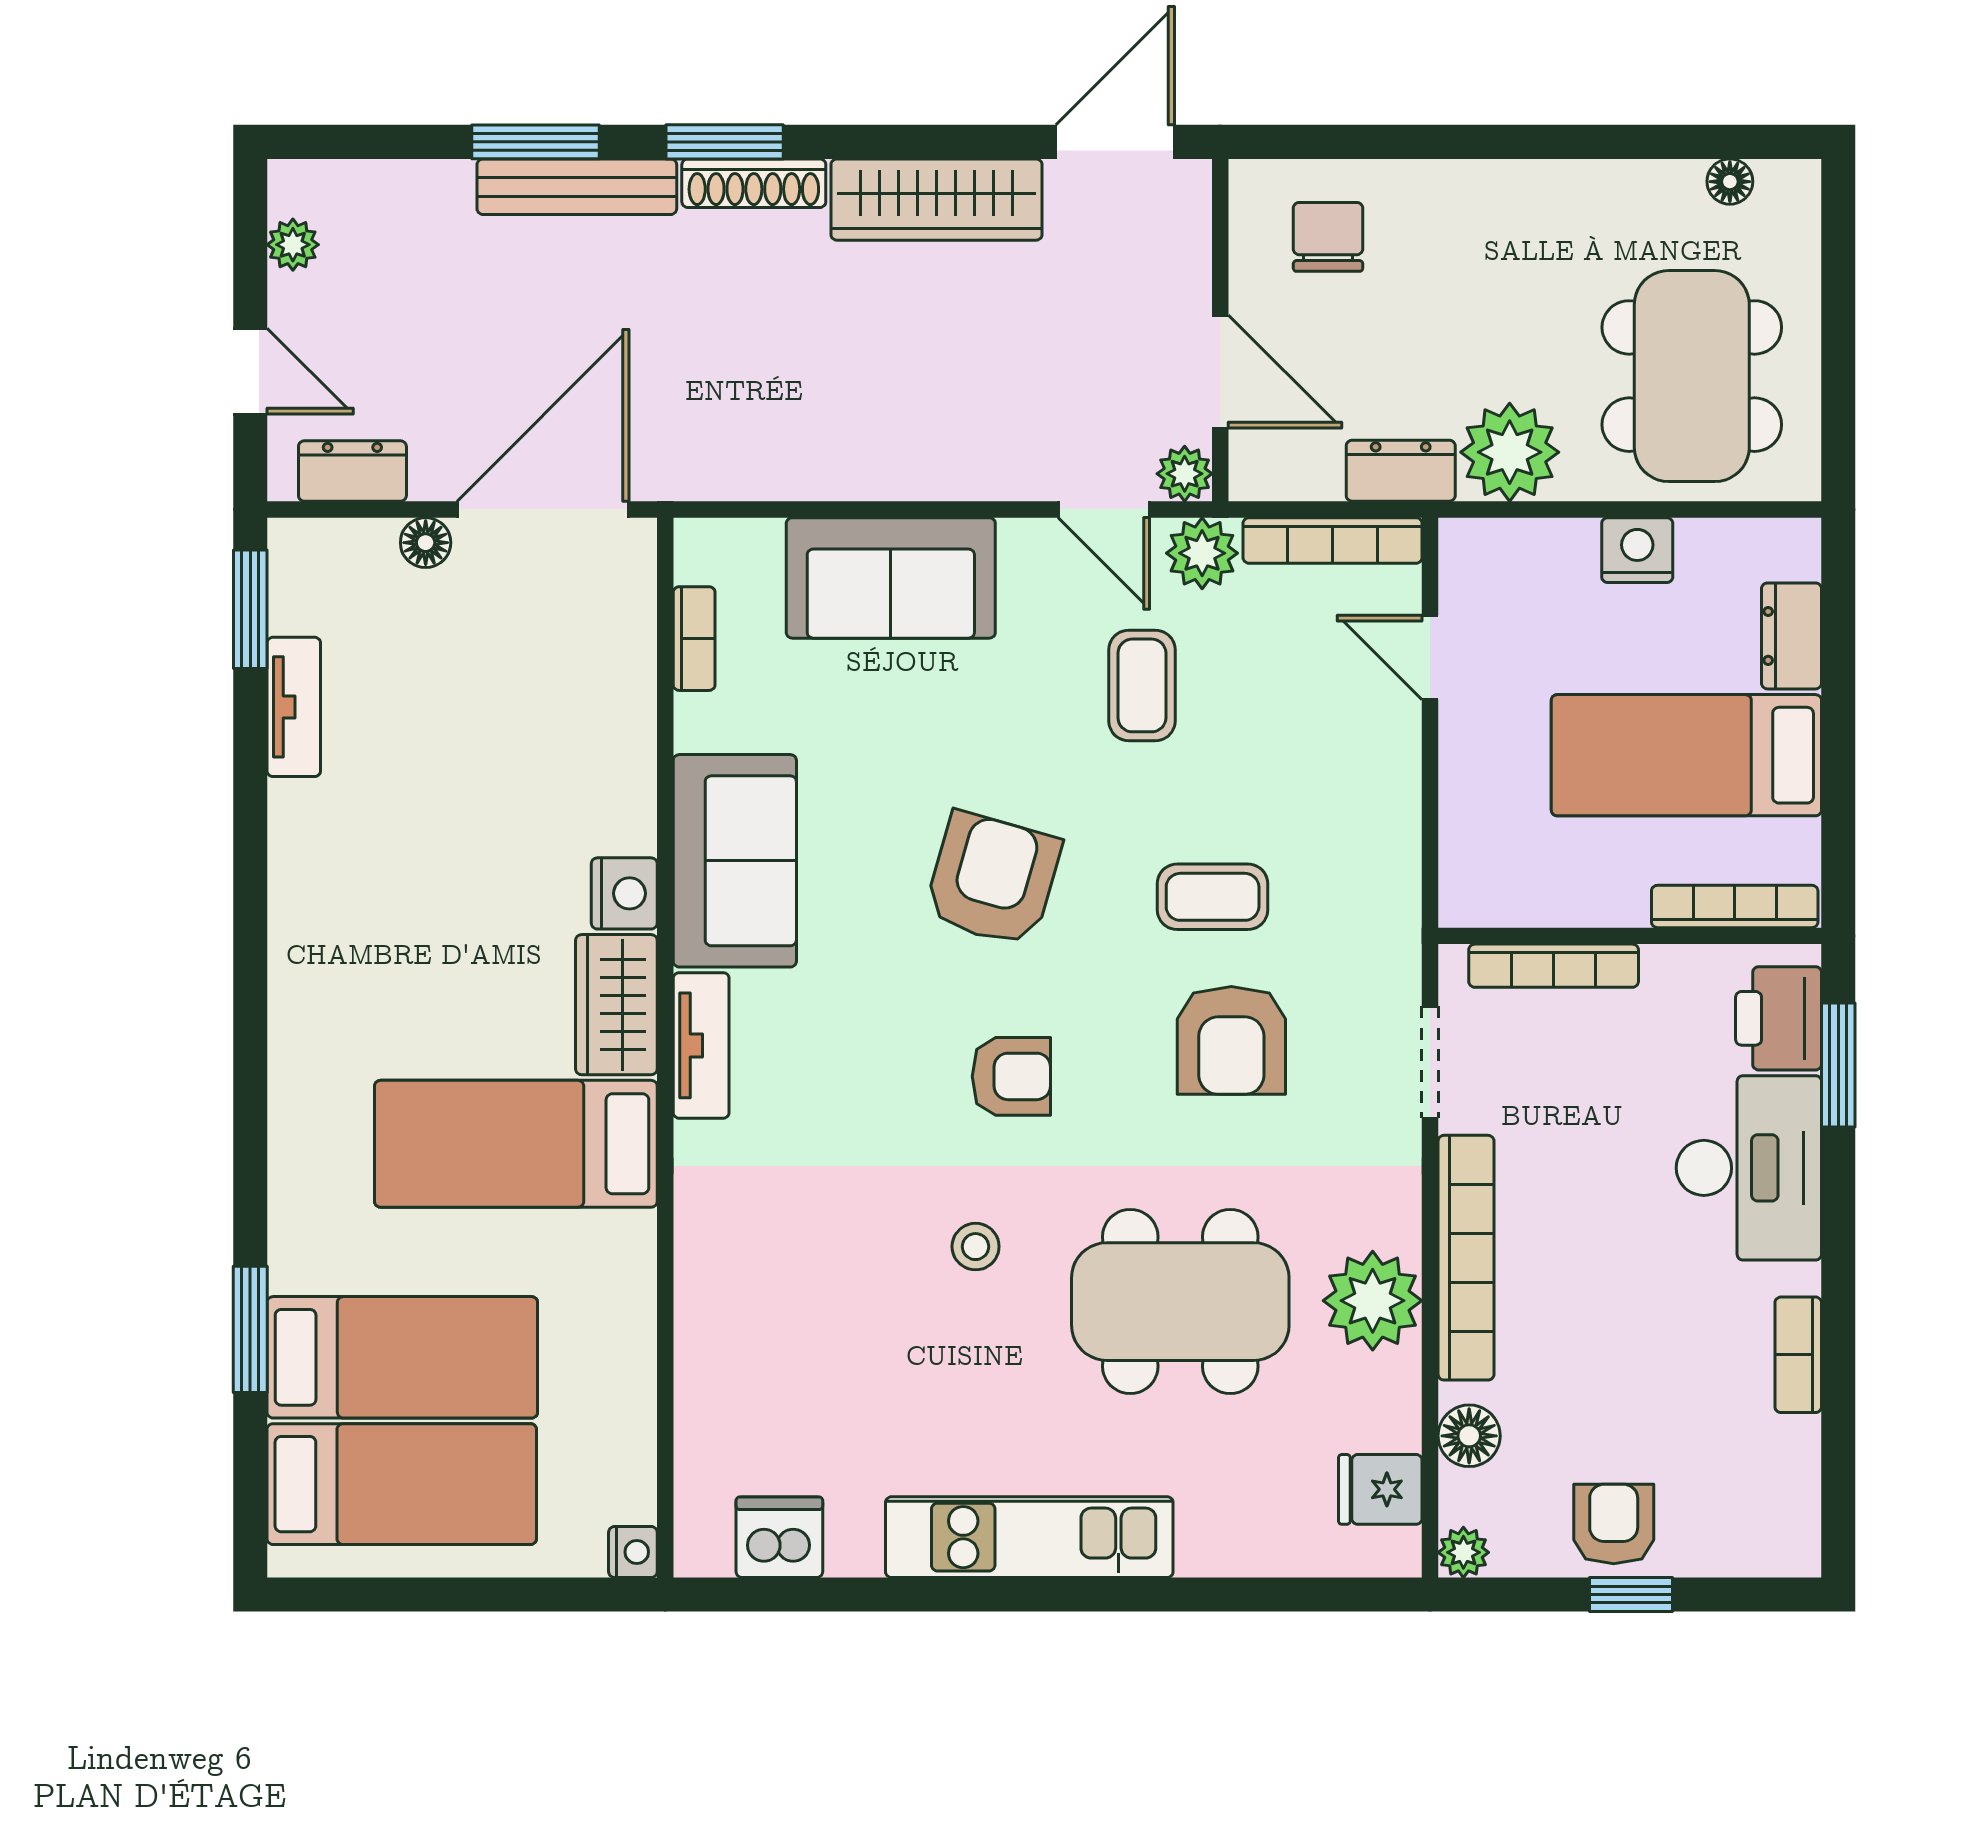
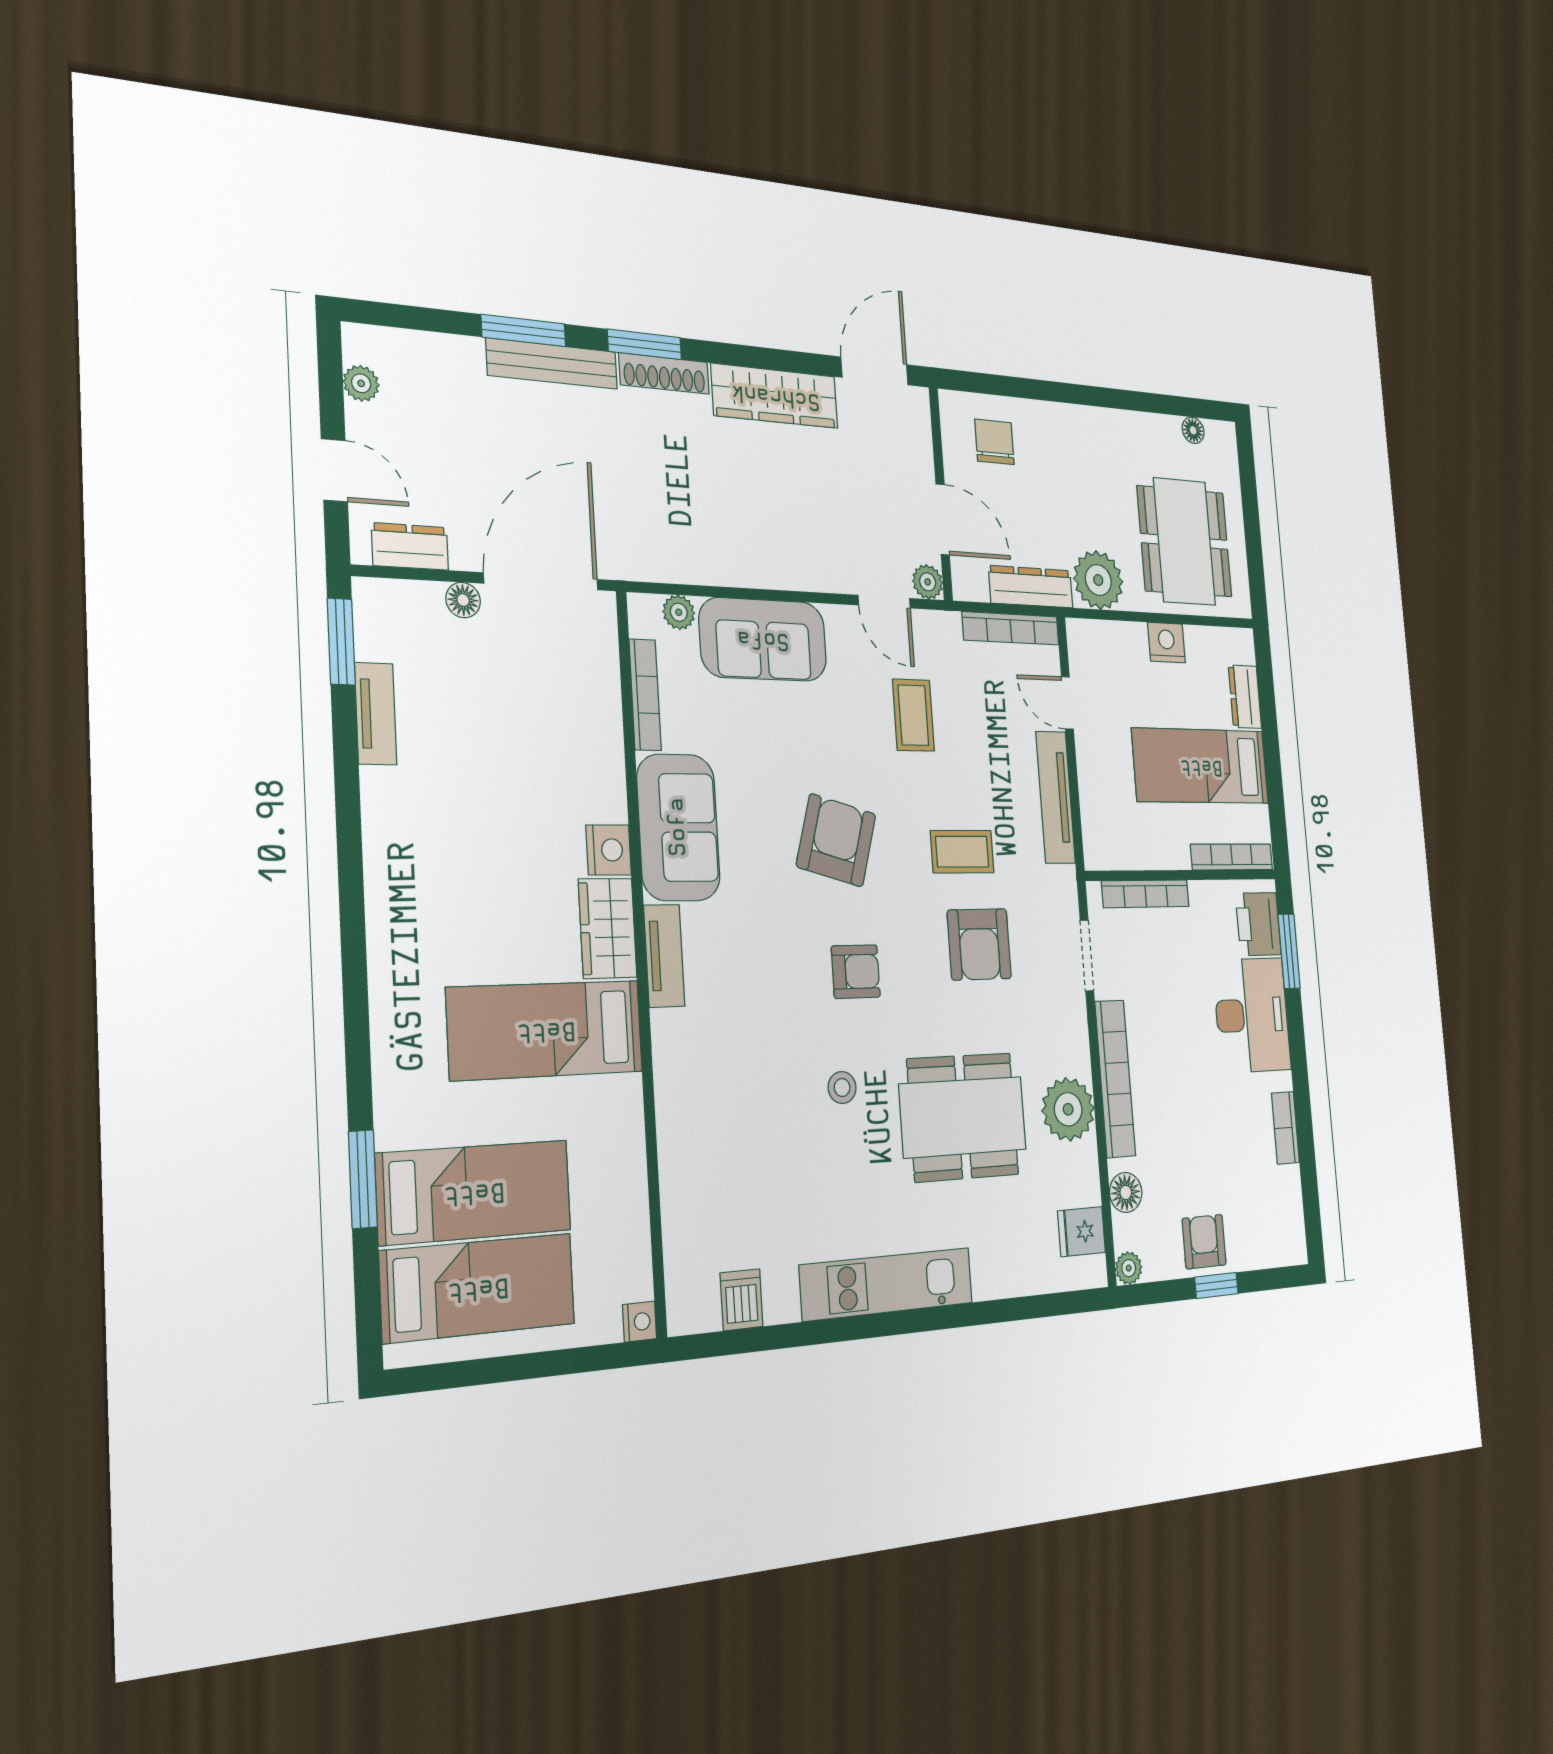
dresser: (1401, 471) -> (1031, 587), width x1.44
plant: (1202, 553) -> (679, 612), moved, width x0.73, depth x0.73
bookcase: (694, 639) -> (645, 695), width x1.56
tv unit: (1393, 810) -> (1056, 797), added
dishwasher: (779, 1537) -> (742, 1300), width x0.73

